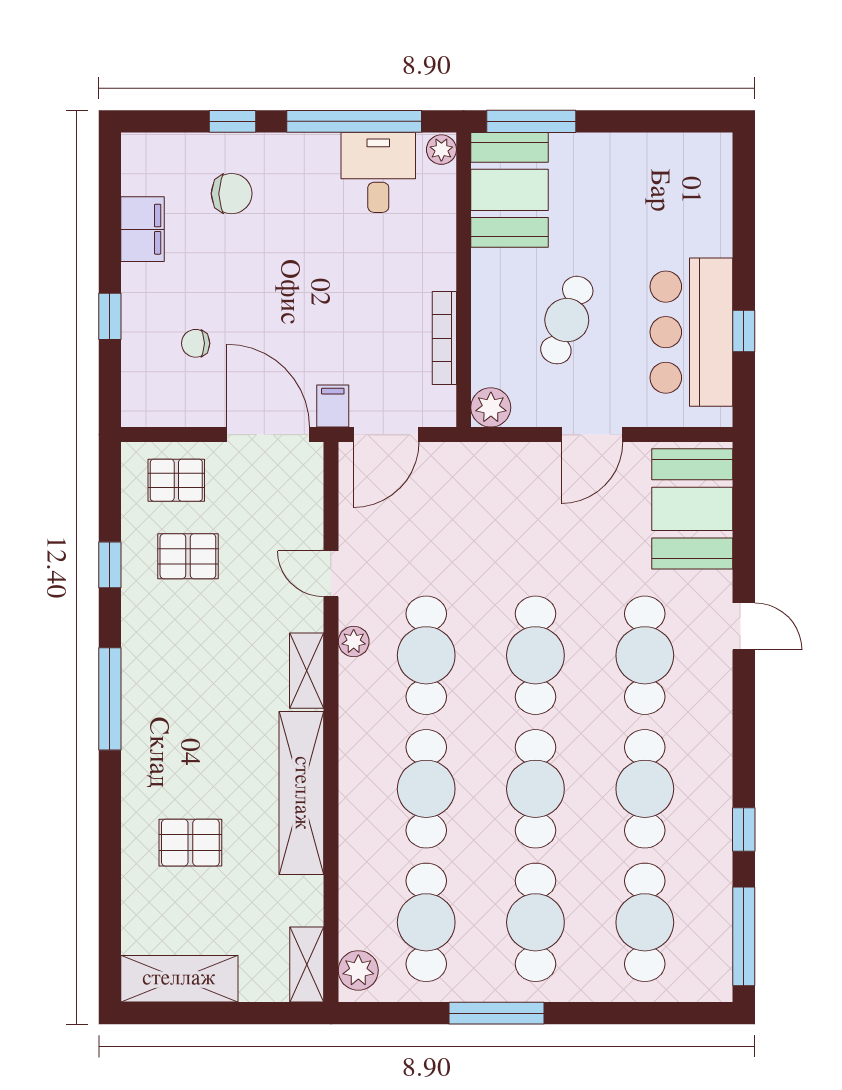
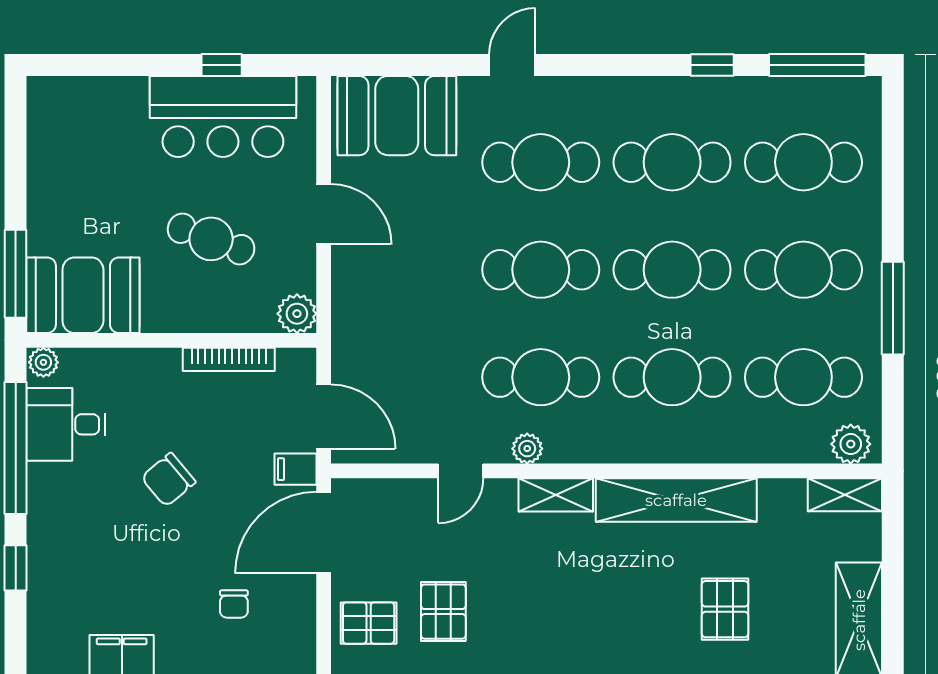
chair: (232, 194) -> (168, 480), moved, turned -130
pallet: (176, 480) -> (369, 623), turned 90

